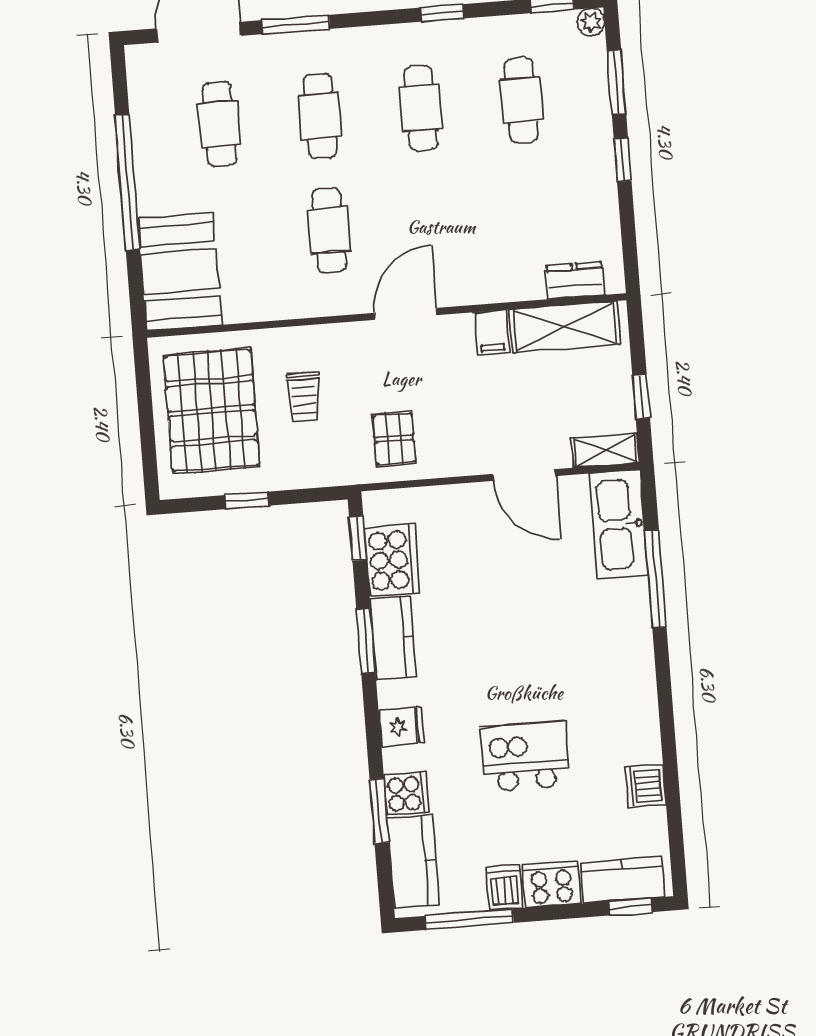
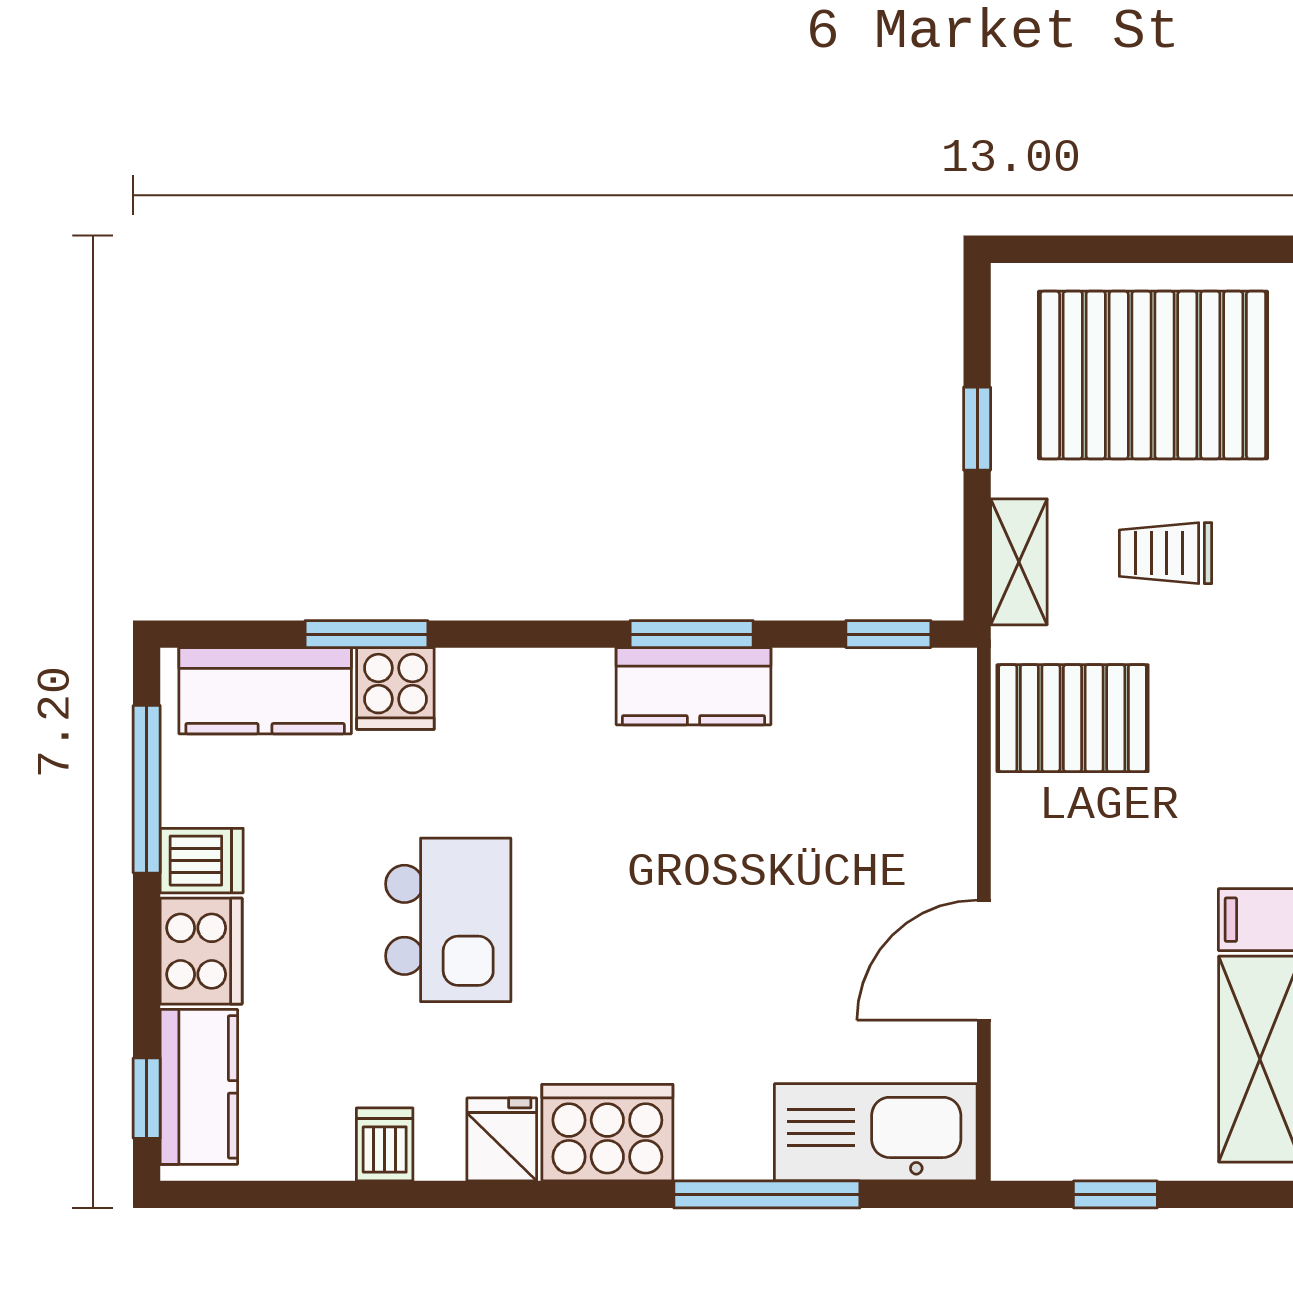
pallet: (394, 439) -> (1073, 718), width x1.50, depth x1.42
shelving: (605, 450) -> (1019, 562), moved
cooker: (392, 560) -> (607, 1133), moved, turned 180
fridge: (402, 727) -> (502, 1139), moved, turned 180
dishwasher: (646, 786) -> (385, 1144), width x0.73

